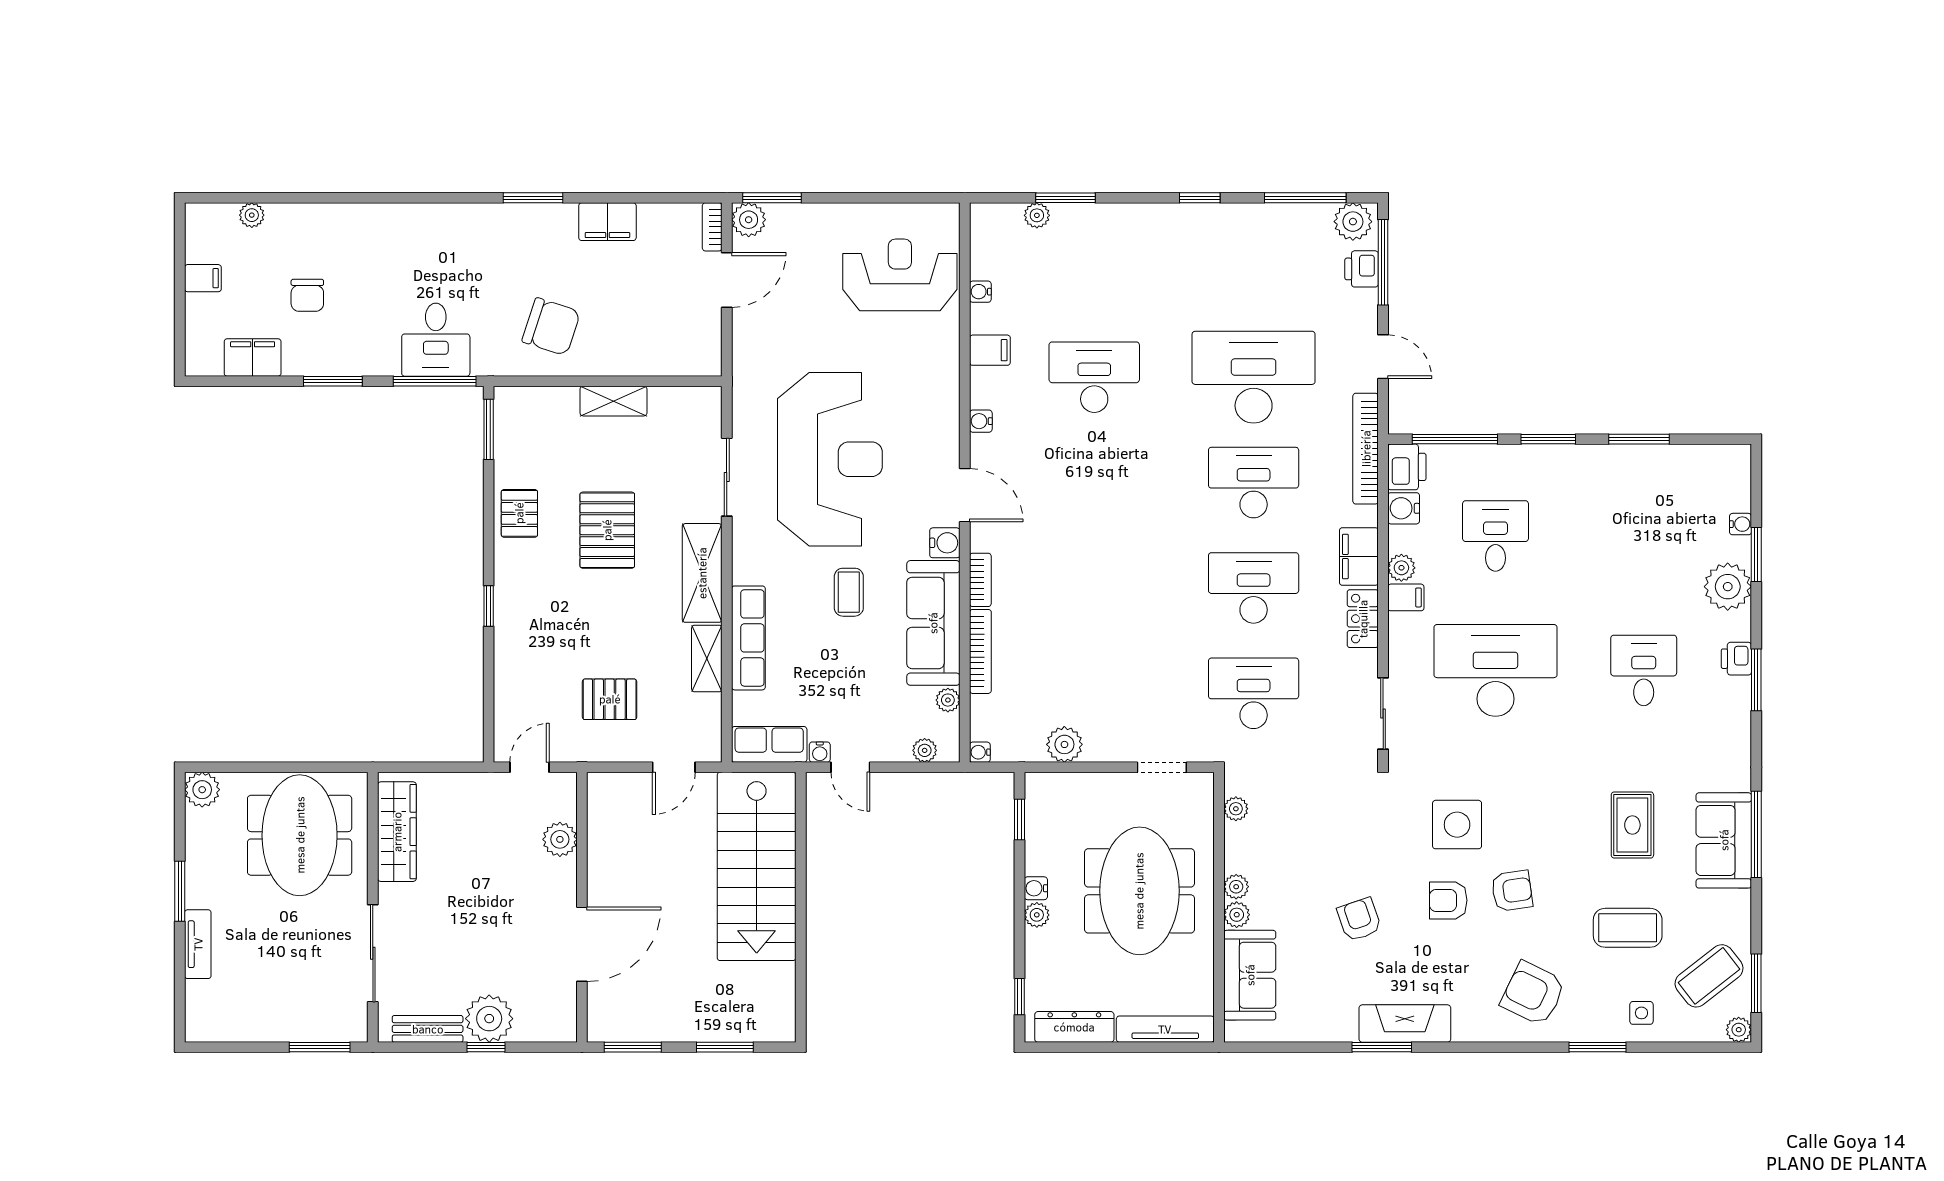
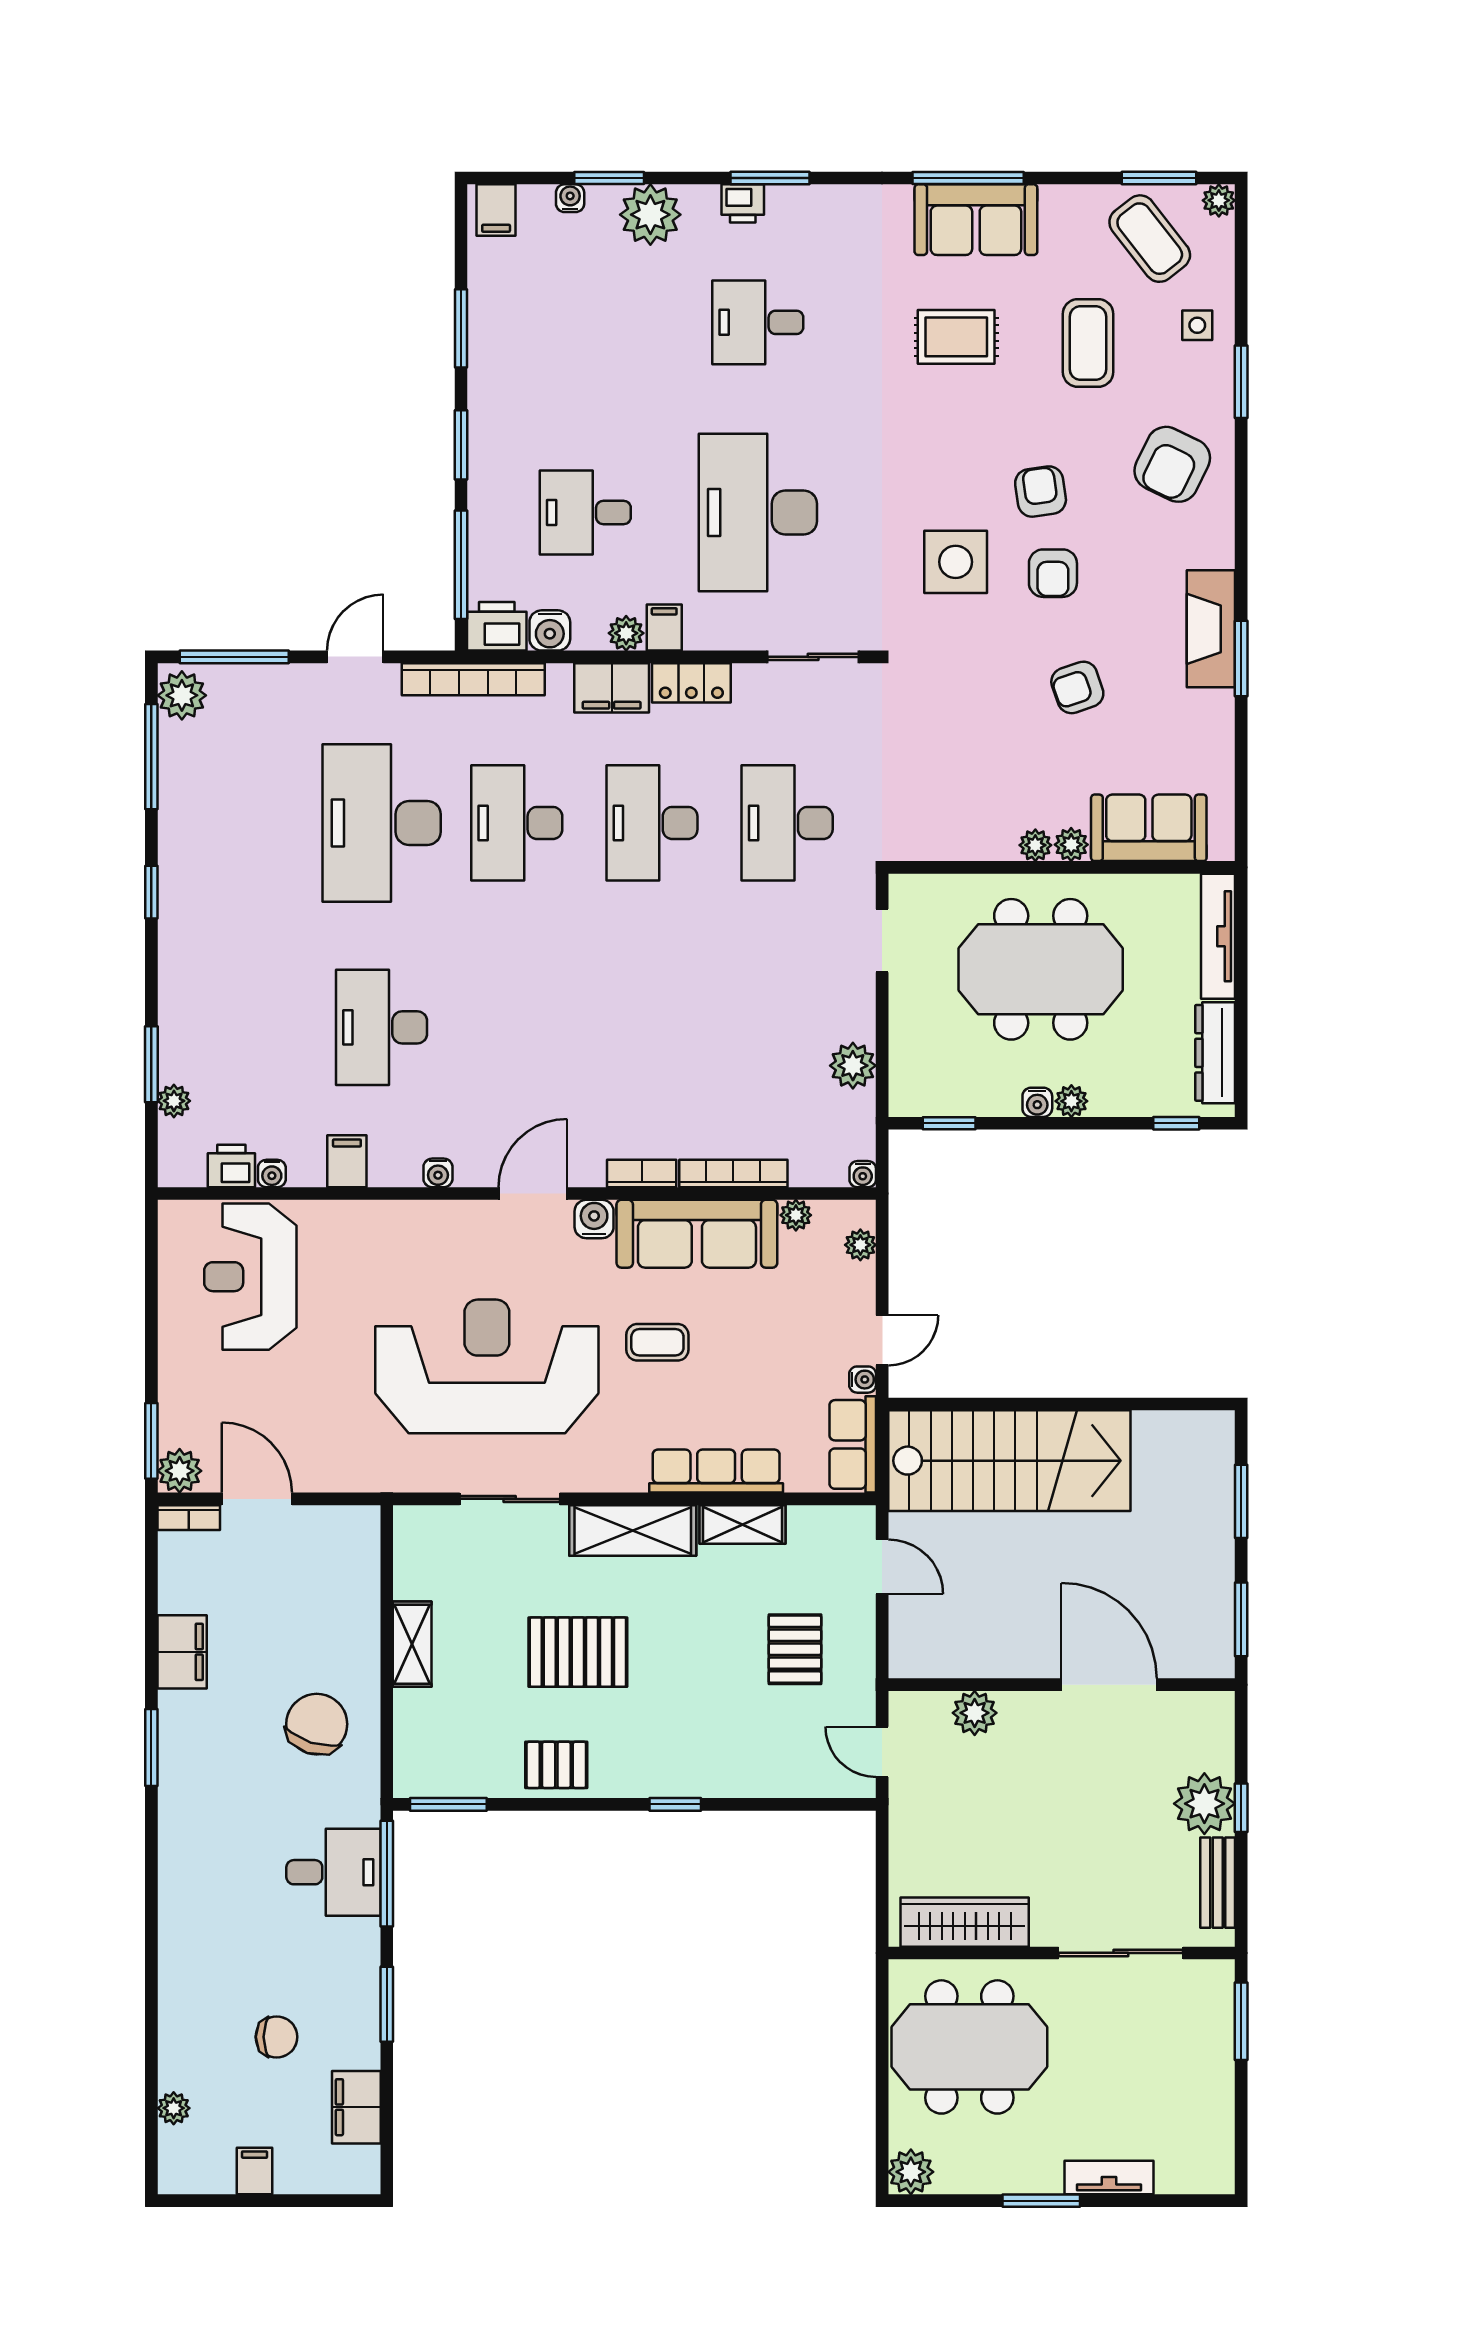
printer: (1362, 269) -> (231, 1166), moved, turned 180
filing cabinet: (1731, 466) -> (496, 210), added
plant: (1236, 809) -> (935, 846), removed

